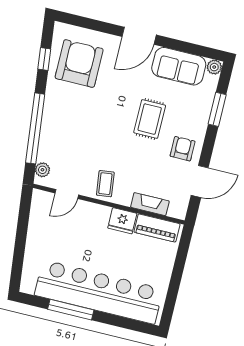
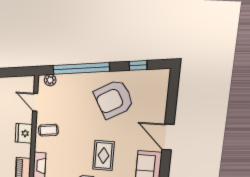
armchair: (79, 64) -> (114, 99), moved, turned 151
rug: (150, 119) -> (104, 155), turned 90
fridge: (122, 221) -> (24, 133), moved

